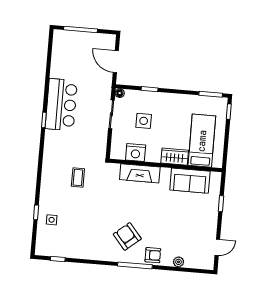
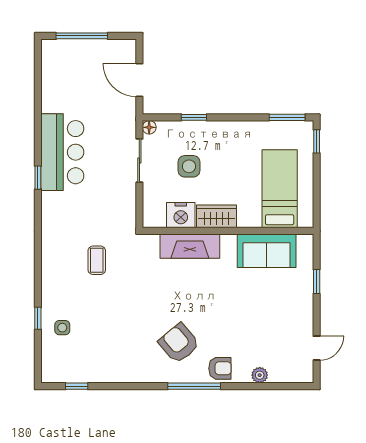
wardrobe: (175, 157) -> (216, 216), moved

